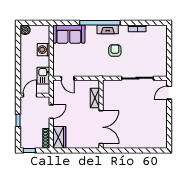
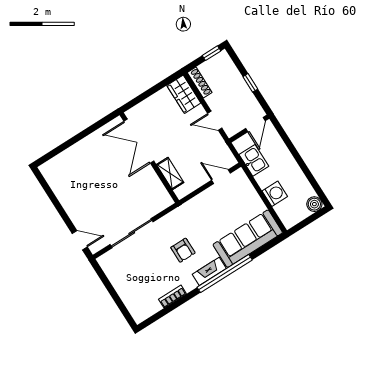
sofa: (69, 34) -> (248, 239), width x1.36
door: (169, 93) -> (80, 240), hinge flipped
door: (51, 112) -> (215, 121), hinge flipped

